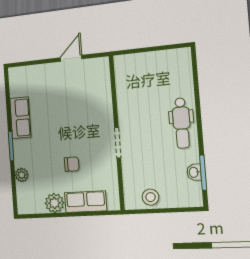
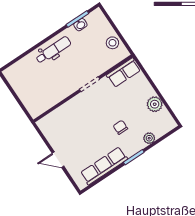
door: (71, 58) -> (58, 160), moved
row of seats: (20, 118) -> (104, 166), width x1.48
chair: (72, 164) -> (120, 127), moved
row of seats: (86, 202) -> (124, 73), moved, turned -90

